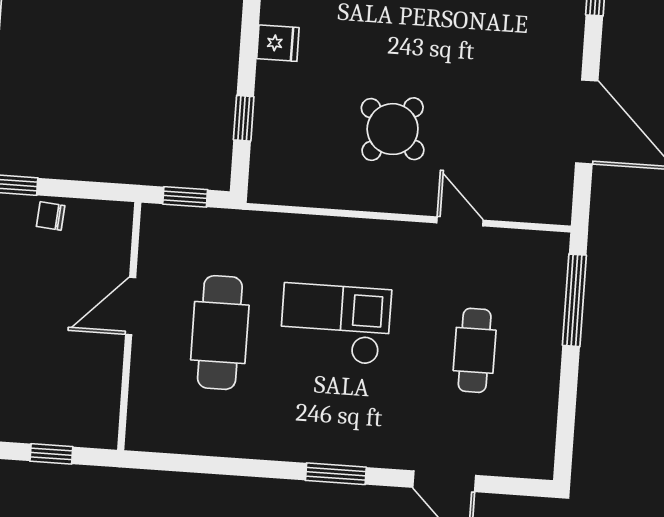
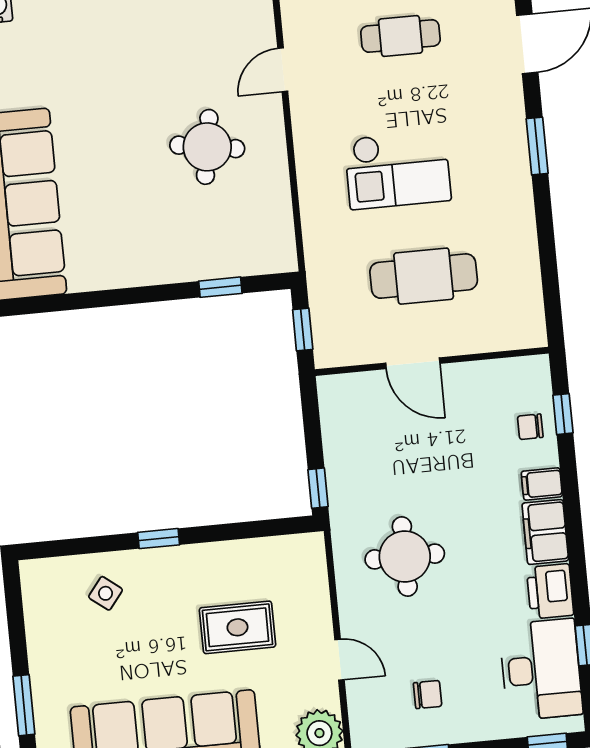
fridge: (278, 43) -> (145, 267), removed
round table: (393, 129) -> (207, 147), turned -31
chair: (51, 216) -> (530, 427), moved, turned 85
checkout: (335, 324) -> (398, 170), turned -90

